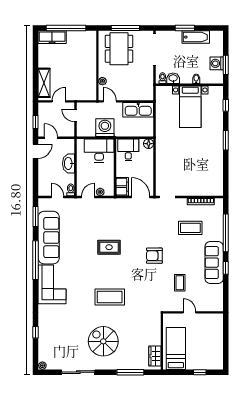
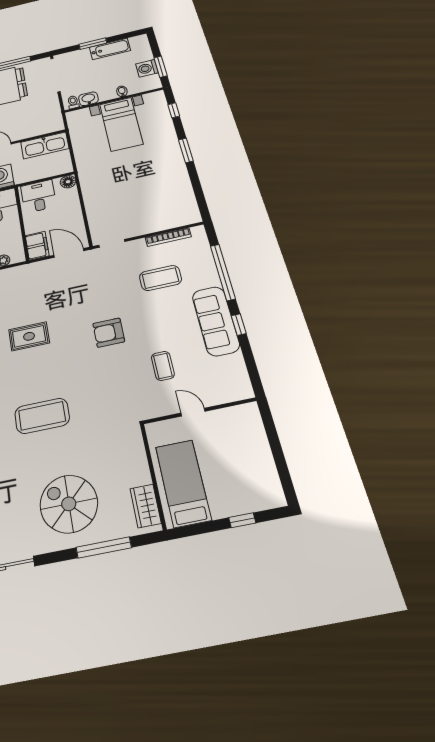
spiral stairs: (103, 341) -> (69, 504), moved

